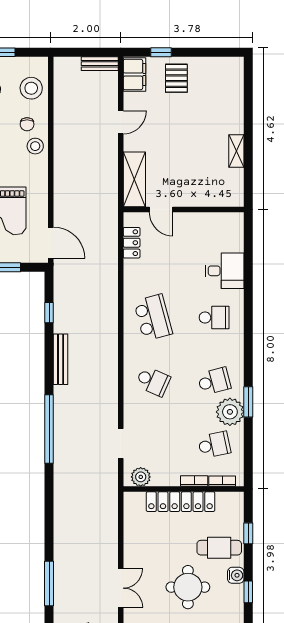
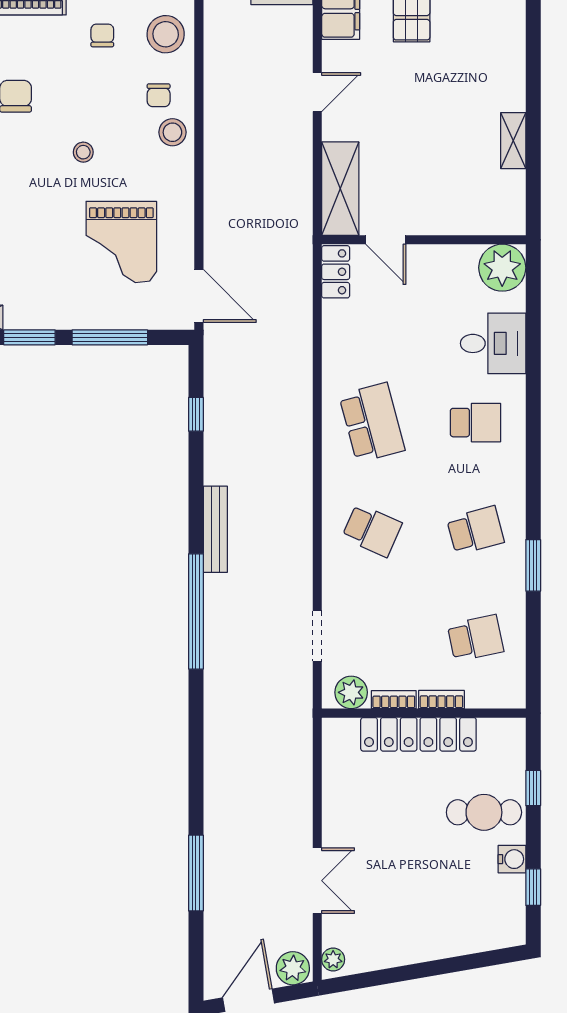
locker: (132, 243) -> (336, 272), moved
bench: (61, 359) -> (215, 529), moved
plant: (230, 412) -> (502, 268), moved
bookcase: (222, 481) -> (394, 700), moved
round table: (188, 587) -> (431, 879), removed

